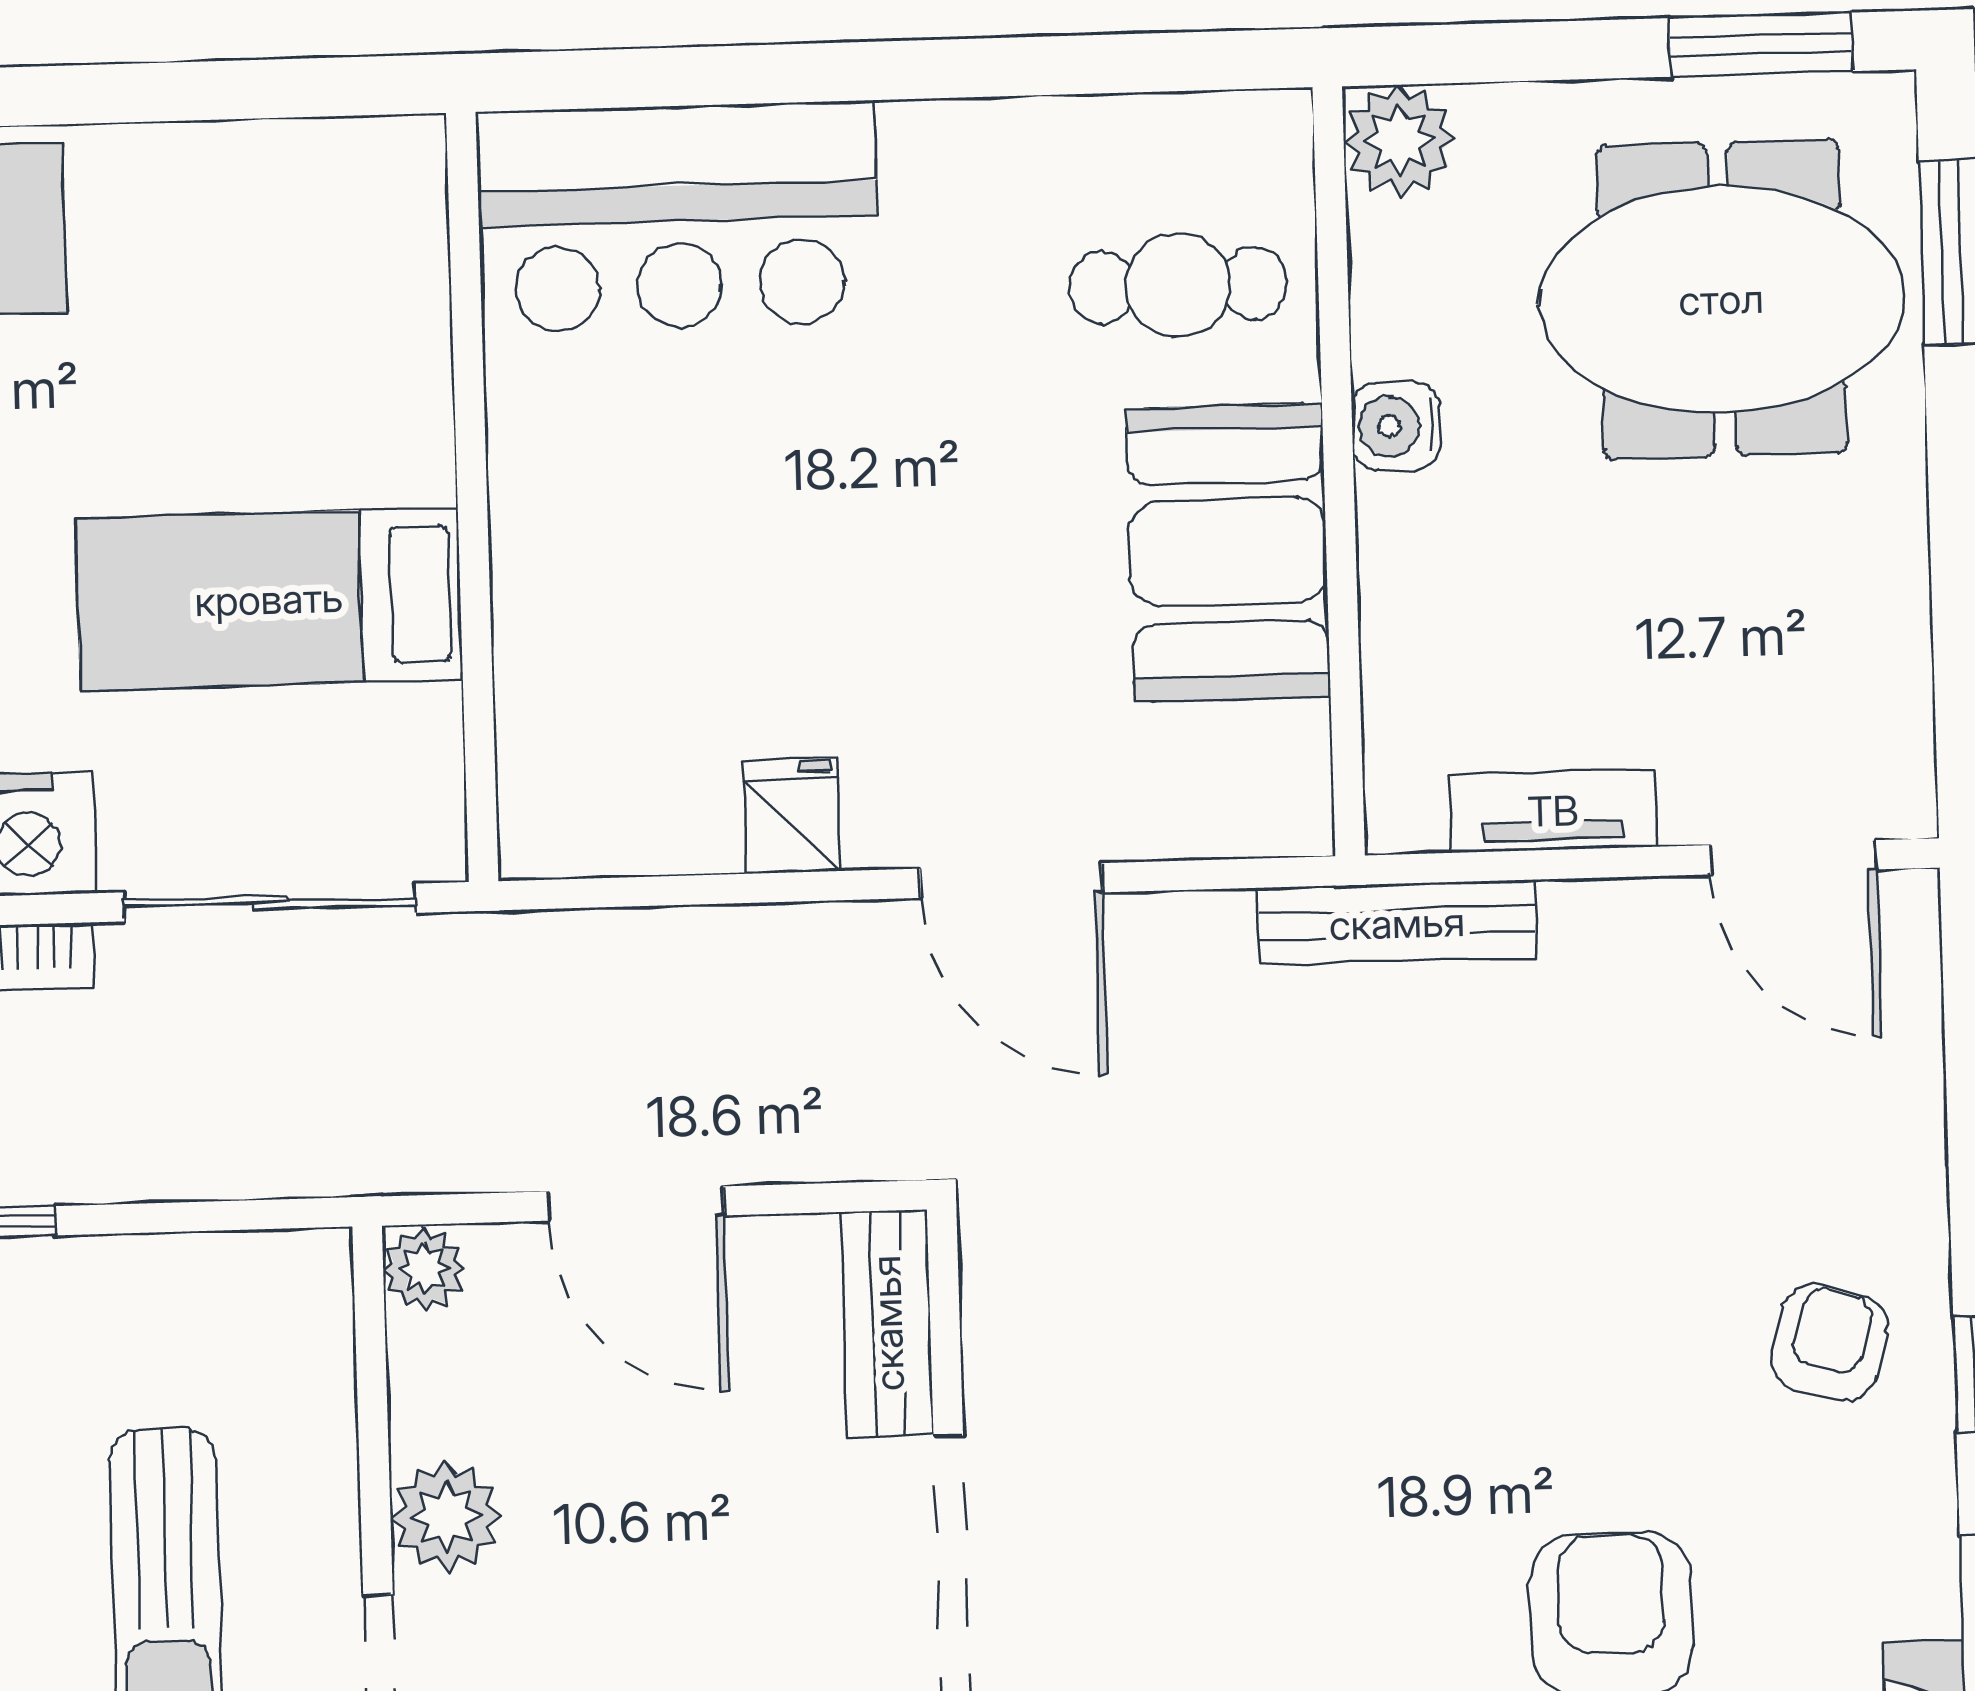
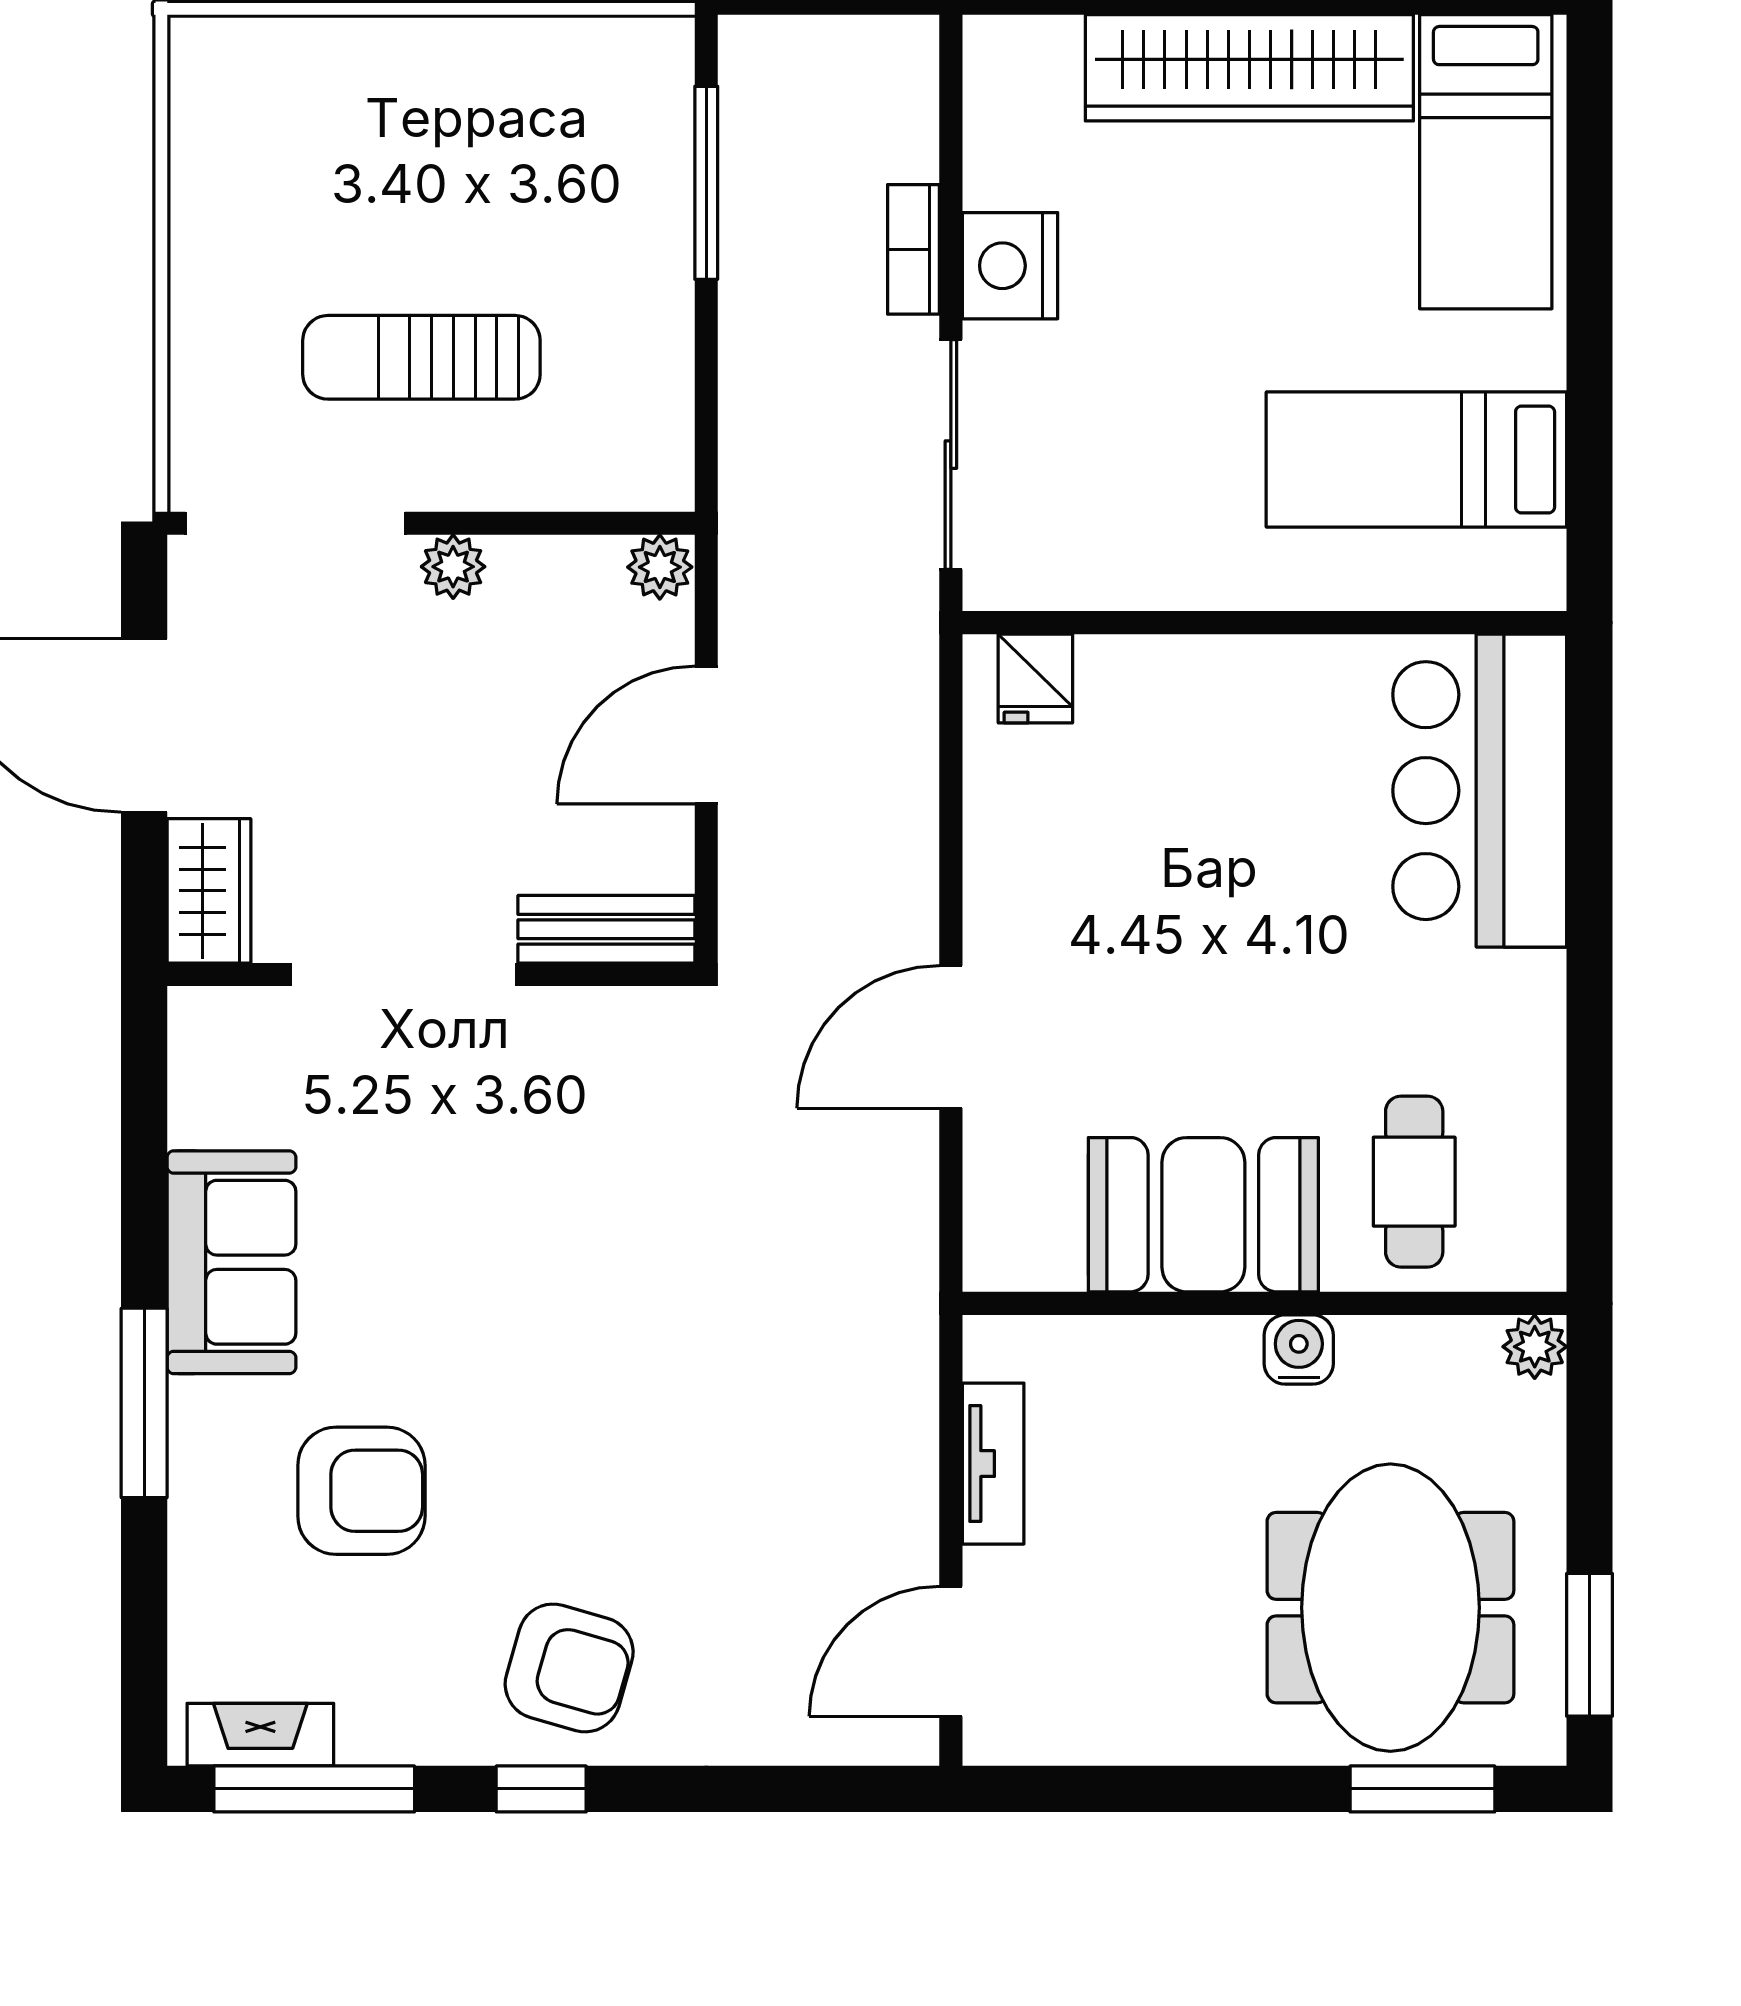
plant: (1399, 140) -> (1535, 1347), width x0.73, depth x0.73
bed: (269, 599) -> (1416, 459), moved, turned -90
fridge: (792, 816) -> (1035, 679), moved, turned 90
bench: (1397, 923) -> (909, 1339), removed
armchair: (1829, 1343) -> (569, 1668), width x1.38, depth x1.38
plant: (446, 1516) -> (453, 567), width x0.73, depth x0.73

